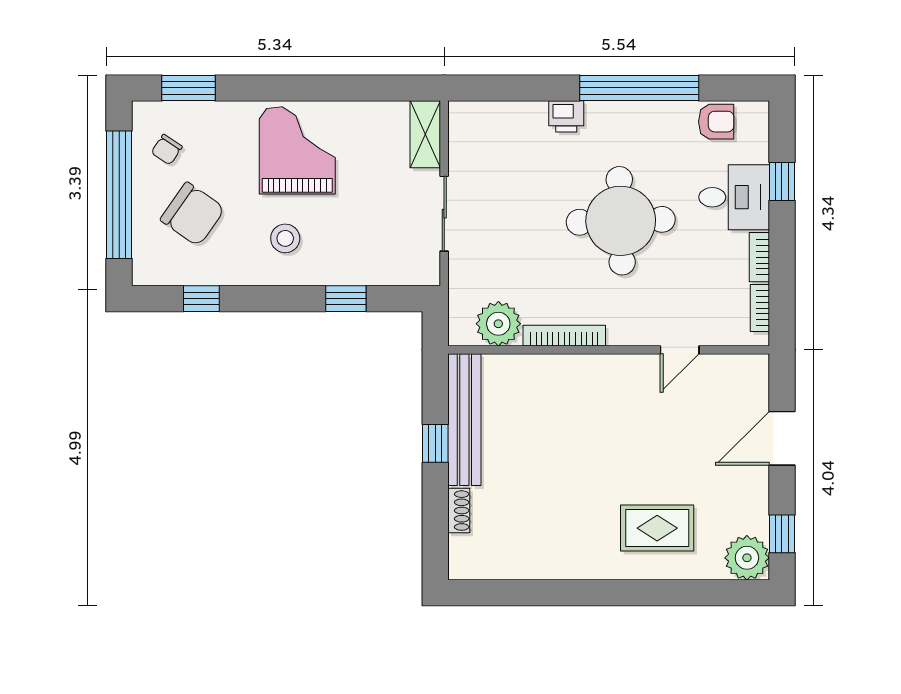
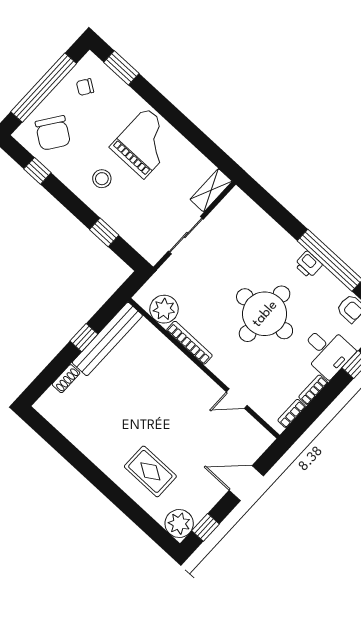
printer: (566, 116) -> (308, 265), moved
chair: (193, 214) -> (53, 133), moved

